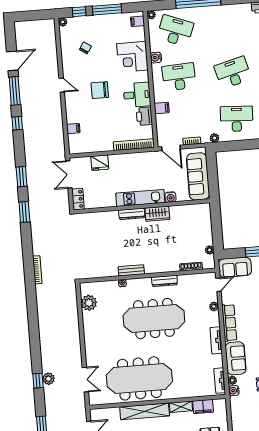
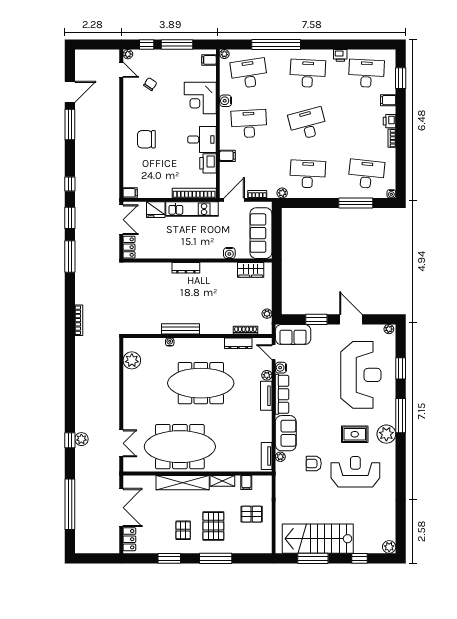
desk: (229, 26) -> (308, 73), added
desk: (175, 31) -> (249, 73), turned -30
door: (62, 85) -> (121, 70), moved
chair: (100, 90) -> (146, 139), moved
window: (17, 123) -> (70, 184), moved
filing cabinet: (73, 129) -> (130, 193), moved
door: (171, 148) -> (234, 200), swing flipped
double door: (69, 174) -> (121, 220), swing flipped
kitchen unit: (140, 198) -> (192, 209), moved, turned 180
window: (24, 212) -> (70, 256), width x1.44
wardrobe: (157, 214) -> (251, 270), moved
bench: (131, 270) -> (180, 329), width x1.36
dresser: (165, 281) -> (238, 343), moved
door: (218, 285) -> (274, 352), swing flipped
tv unit: (216, 340) -> (266, 396), moved
water cooler: (234, 391) -> (281, 368), moved
filing cabinet: (203, 406) -> (246, 483), width x0.50

